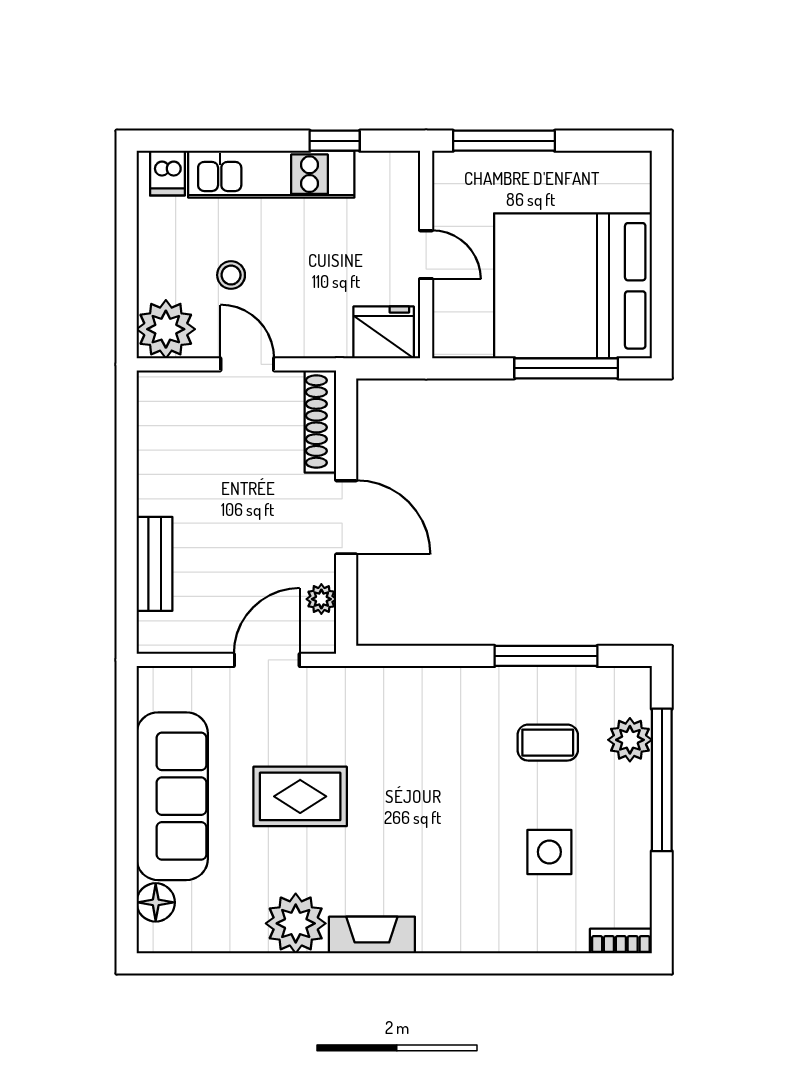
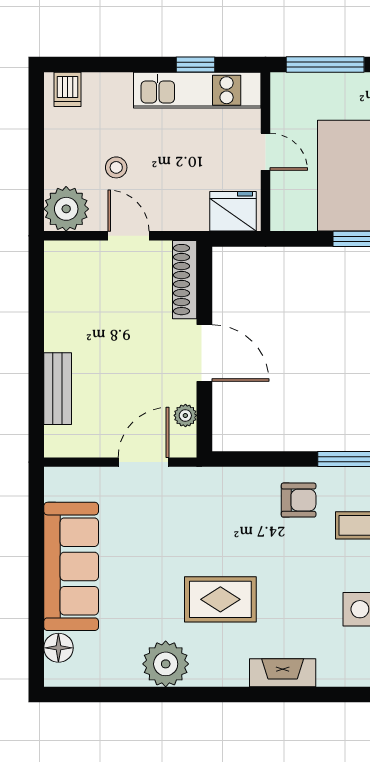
kitchen unit: (271, 174) -> (197, 90), moved
armchair: (469, 709) -> (299, 500), added
rug: (300, 796) -> (220, 599), moved
fireplace: (372, 935) -> (283, 673), moved

